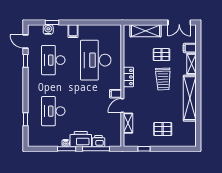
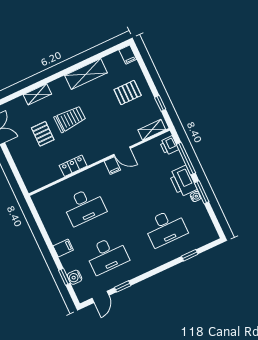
shelving: (146, 31) -> (24, 165), removed
filing cabinet: (190, 48) -> (128, 55), moved
desk: (96, 60) -> (84, 206), width x0.73, depth x0.77
locker: (128, 77) -> (73, 166), moved
shelving: (190, 98) -> (86, 74), width x0.68
shelving: (128, 123) -> (152, 130), moved
pallet: (163, 129) -> (128, 93), turned 90
printer: (98, 141) -> (169, 146), moved

